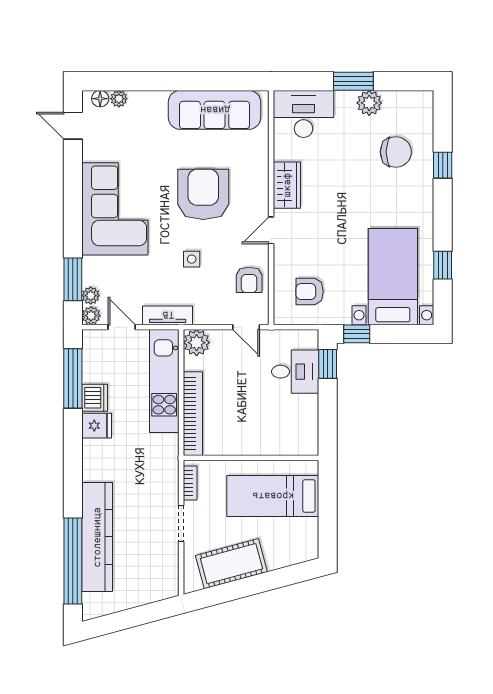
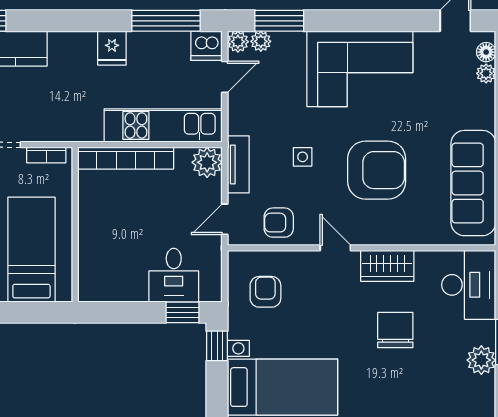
chair: (396, 152) -> (395, 330), moved, turned 180
tv unit: (168, 315) -> (238, 164), moved
dishwasher: (95, 398) -> (207, 46), moved

